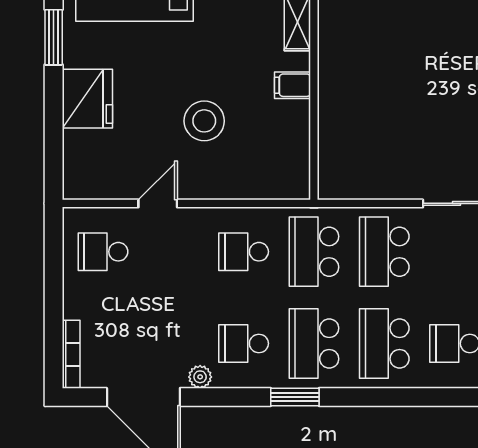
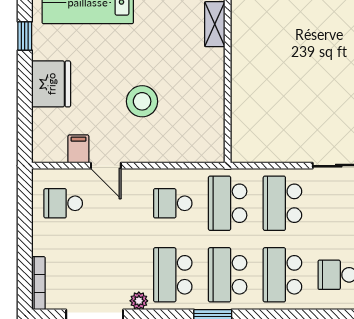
window: (54, 37) -> (25, 36), width x0.67
filing cabinet: (293, 85) -> (78, 149), moved, turned 90
door: (158, 203) -> (106, 166), swing flipped
school desk: (244, 343) -> (173, 275), width x1.85

